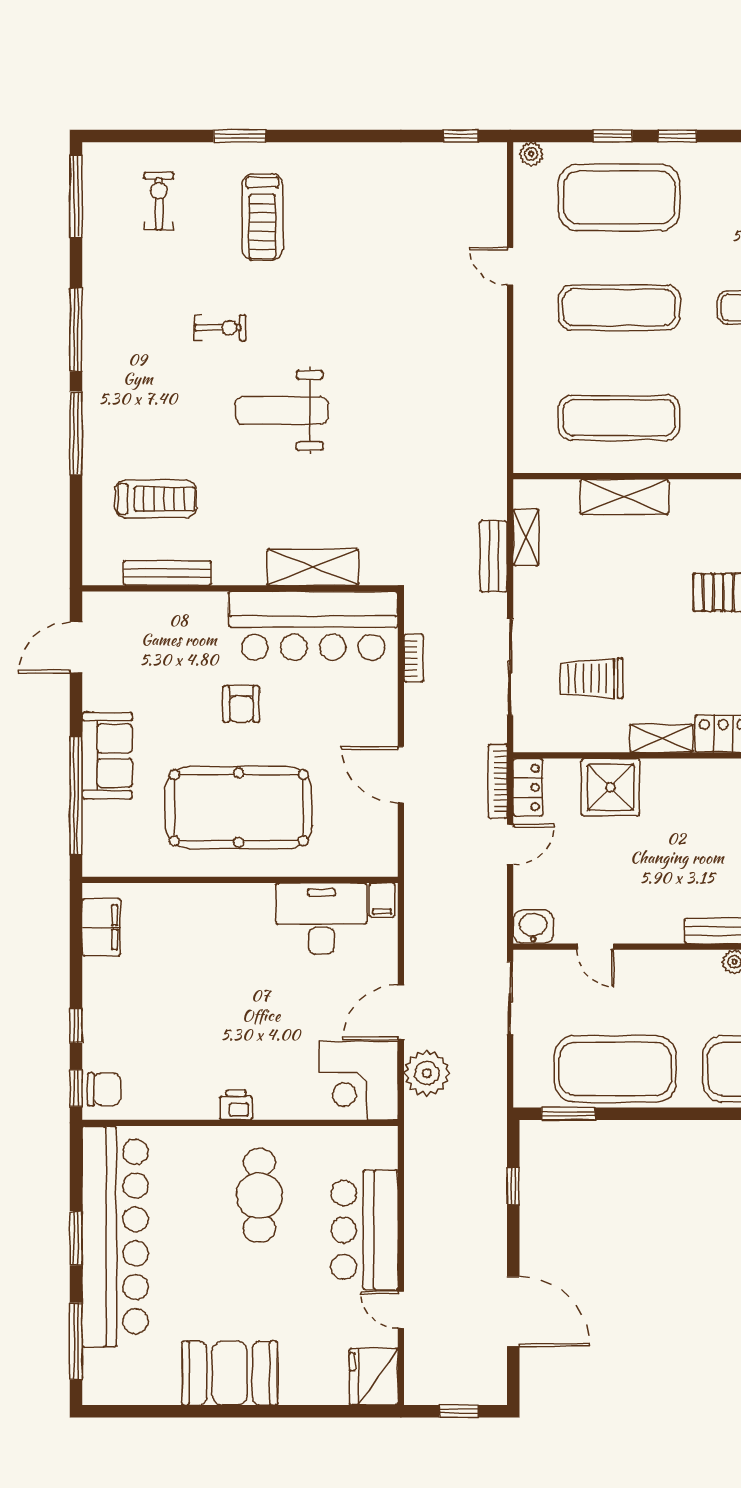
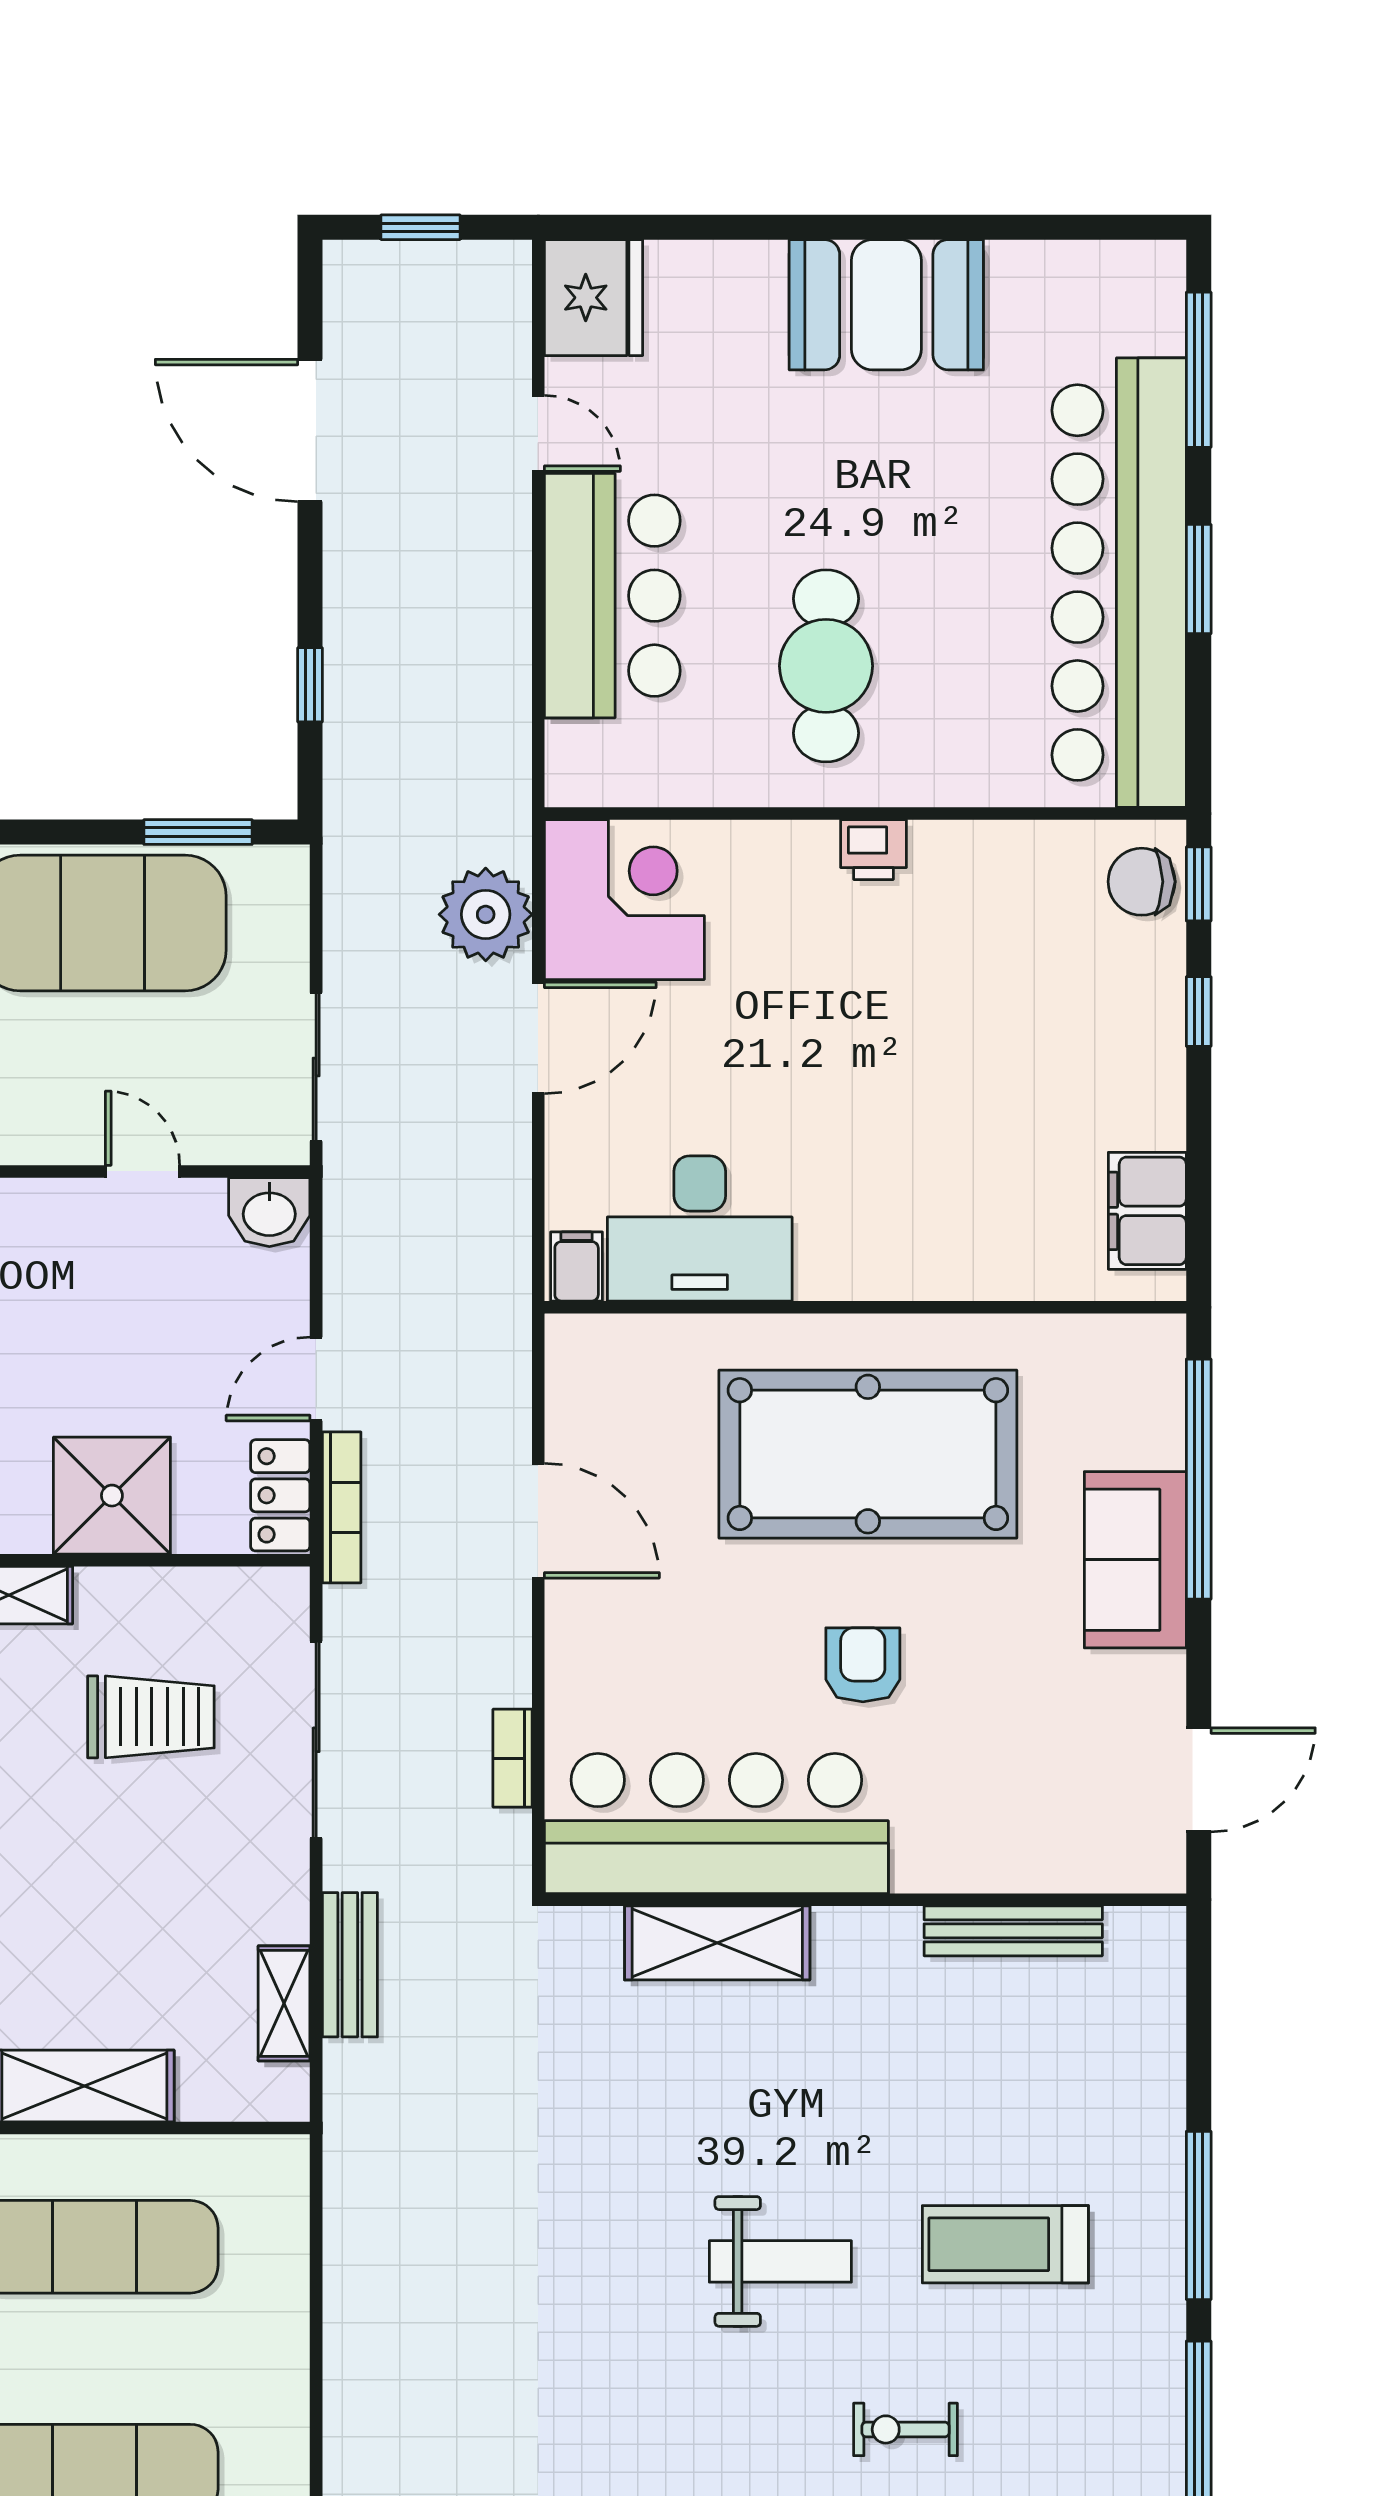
weight bench: (282, 410) -> (780, 2261), width x0.73, depth x0.75
treadmill: (155, 499) -> (1005, 2244), moved

